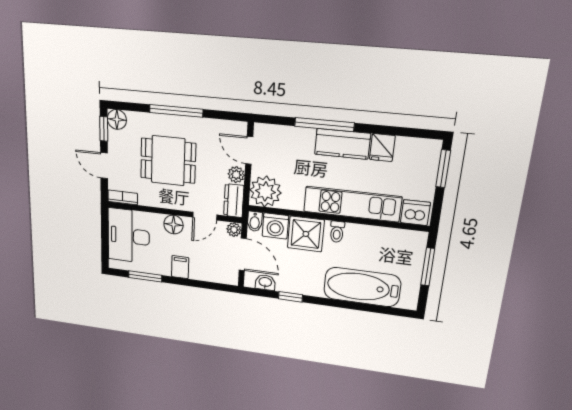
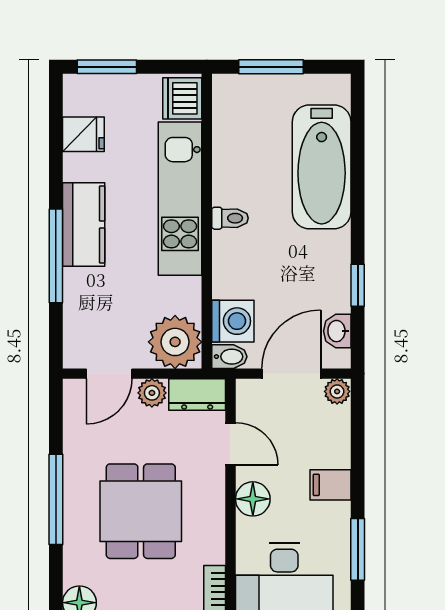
fridge: (382, 148) -> (83, 134), moved
plant: (234, 230) -> (337, 391), moved
shower: (306, 234) -> (240, 269), removed

